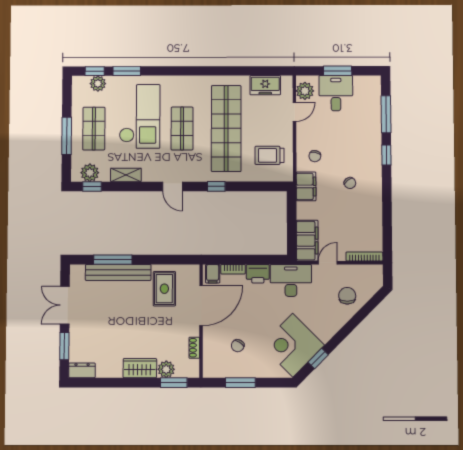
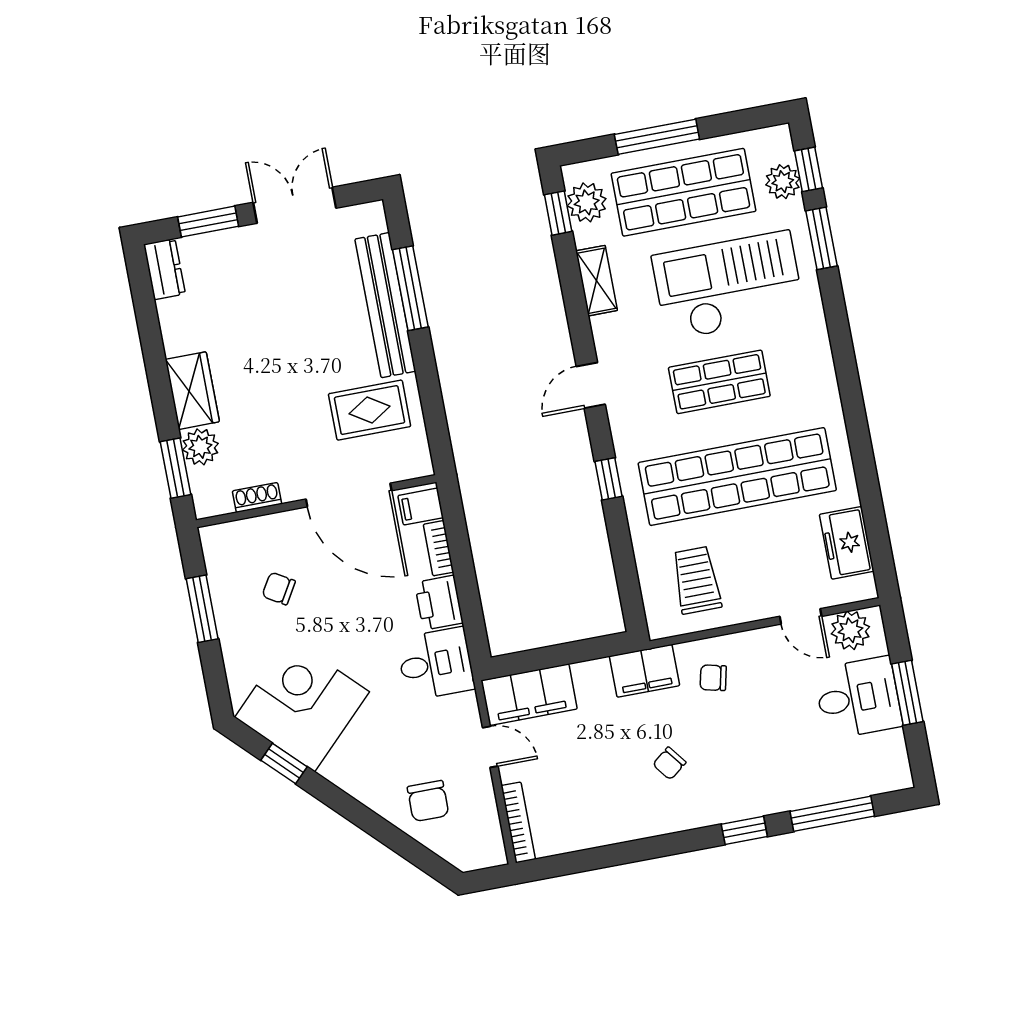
checkout: (140, 116) -> (728, 286), turned 180
shop shelf: (94, 129) -> (684, 192), width x1.43, depth x1.36
desk: (291, 280) -> (436, 664), width x0.73
chair: (347, 296) -> (428, 801), turned 90

